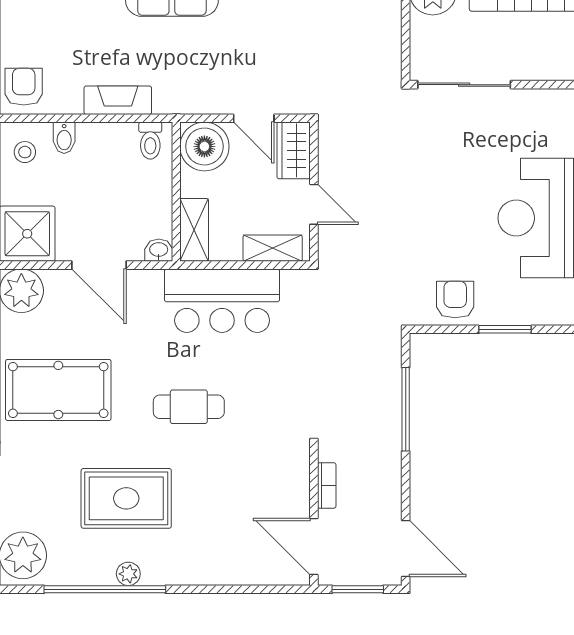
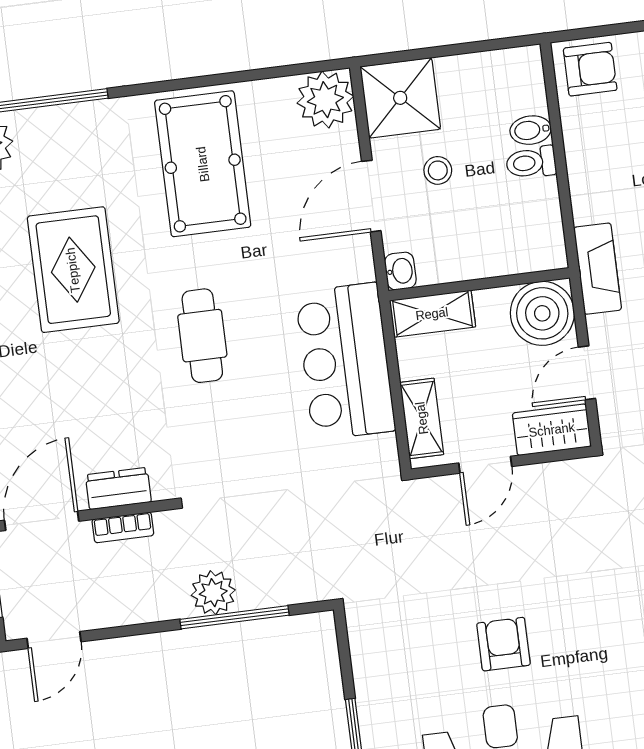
fireplace: (118, 100) -> (598, 269), moved
toilet: (150, 141) -> (531, 162), moved
stool: (25, 152) -> (438, 170), moved
armchair: (455, 300) -> (503, 644), moved, turned -90
plant: (385, 423) -> (213, 593), added
dresser: (297, 485) -> (118, 488), added
door: (406, 549) -> (54, 640), width x0.73

